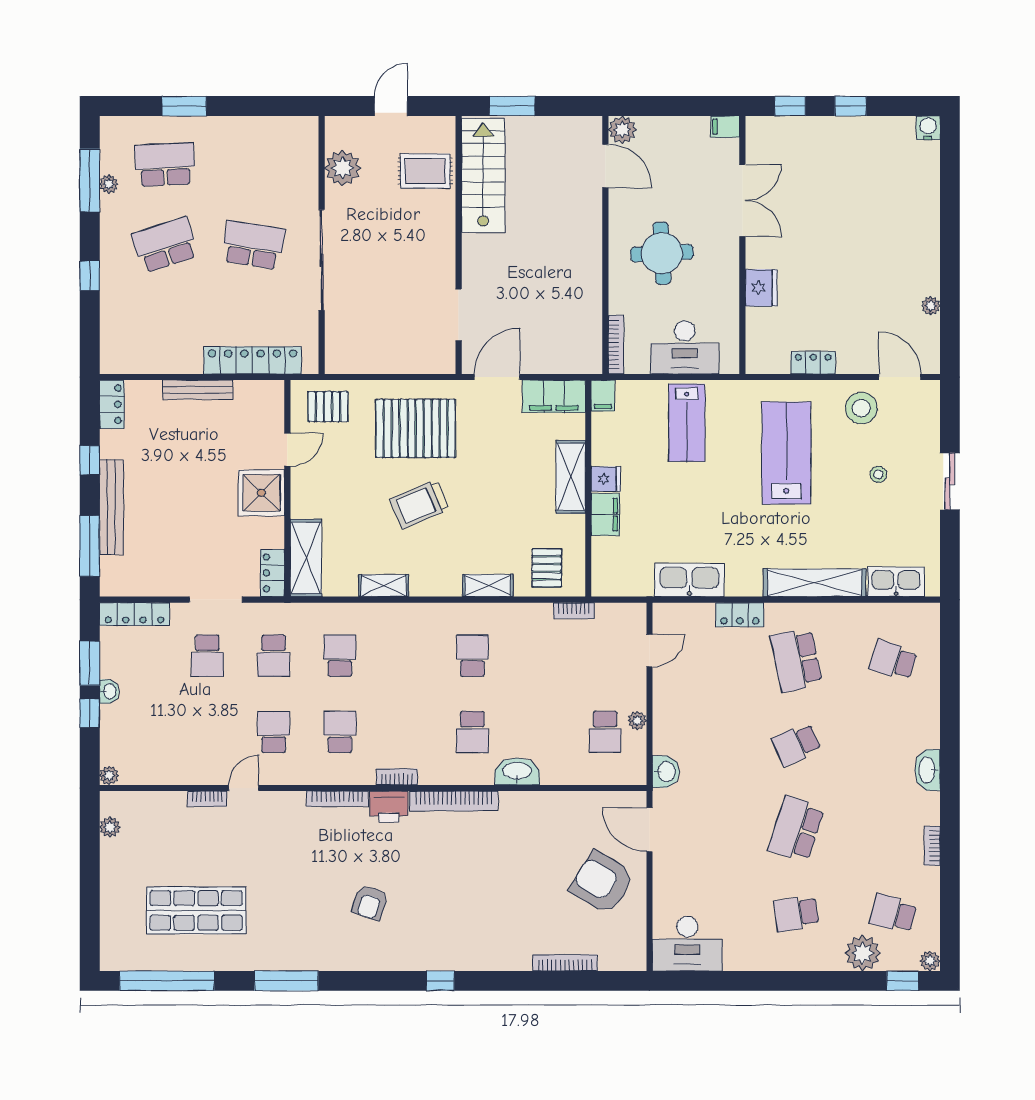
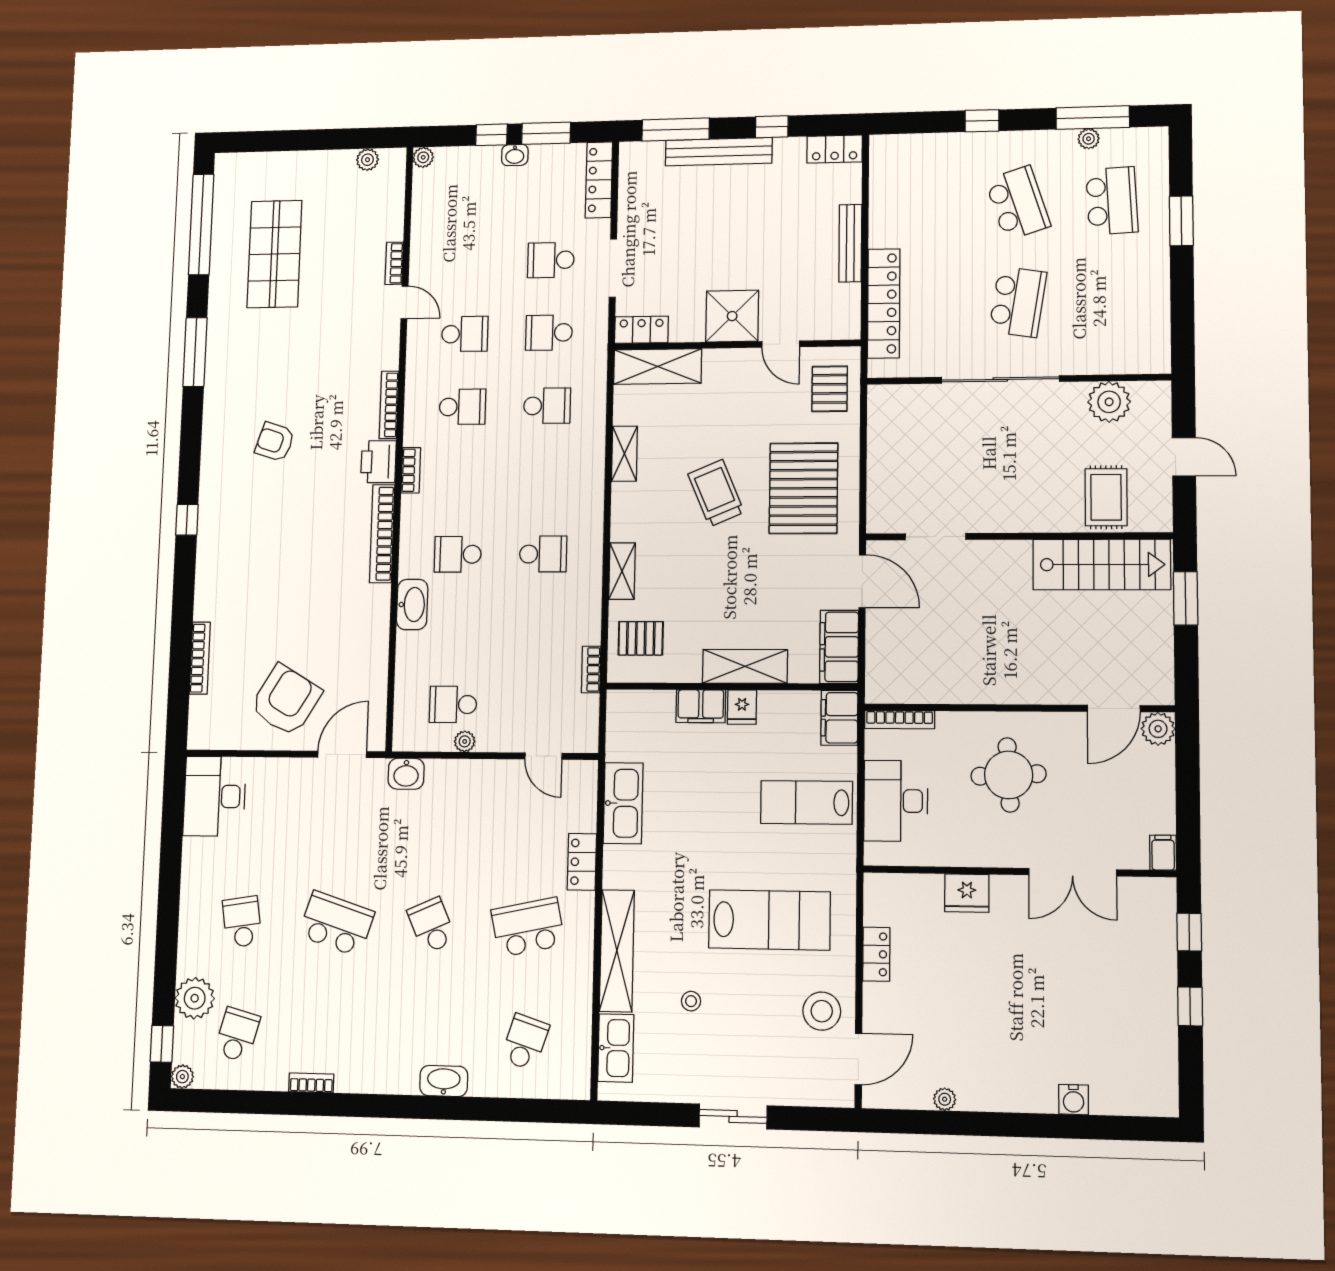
water cooler: (928, 128) -> (1074, 1099), moved, turned 90
filing cabinet: (603, 396) -> (839, 718), width x2.00
stool: (878, 474) -> (691, 1001), moved
washbasin: (927, 770) -> (444, 1081), moved

